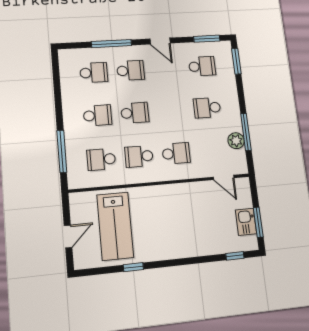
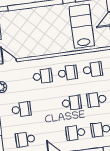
school desk: (135, 113) -> (72, 103), turned 180
school desk: (176, 153) -> (43, 76), turned 180

